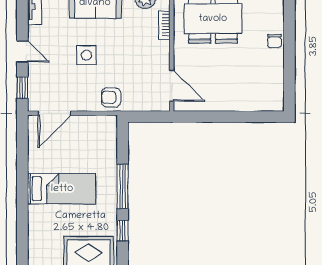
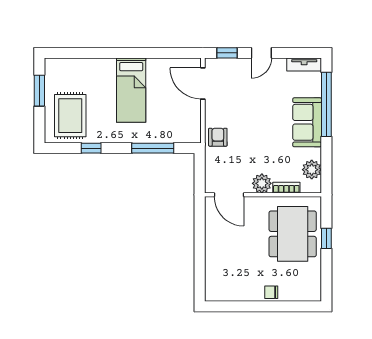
plant: (160, 51) -> (262, 183), added
side table: (86, 55) -> (258, 114), removed
door: (172, 86) -> (229, 195), hinge flipped
window: (123, 186) -> (153, 148), moved

